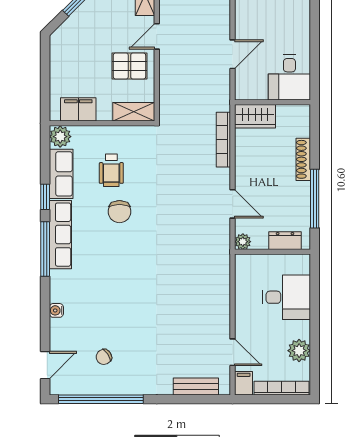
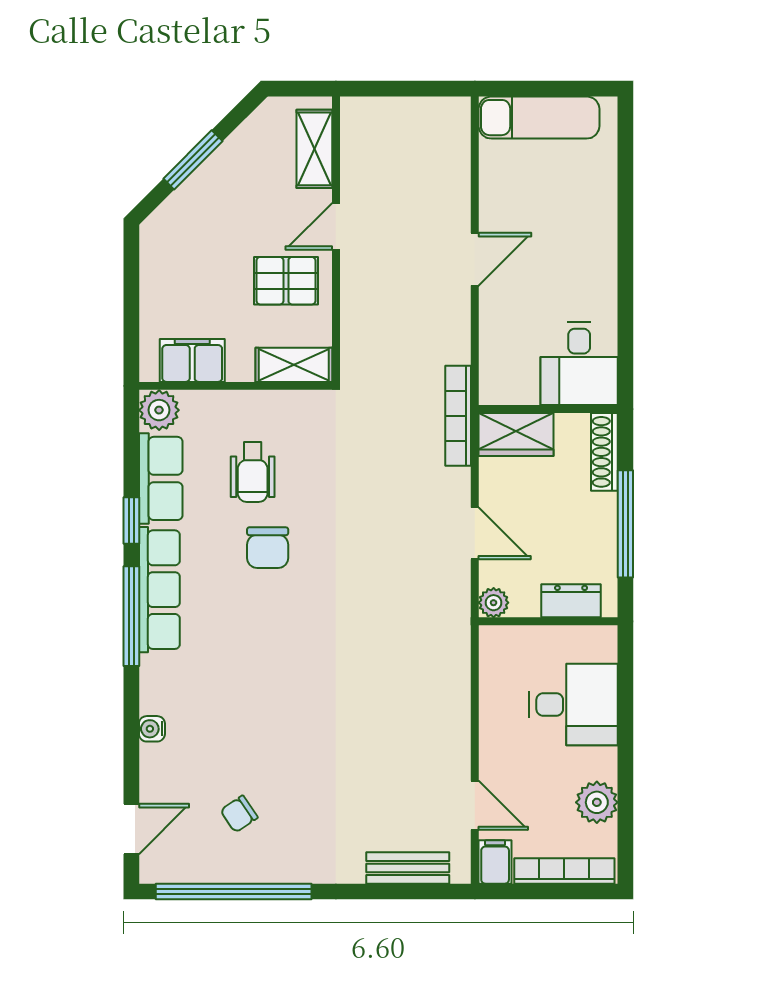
desk: (289, 77) -> (579, 364), moved
wall: (273, 102) -> (548, 409), moved
wardrobe: (255, 116) -> (516, 435), moved

